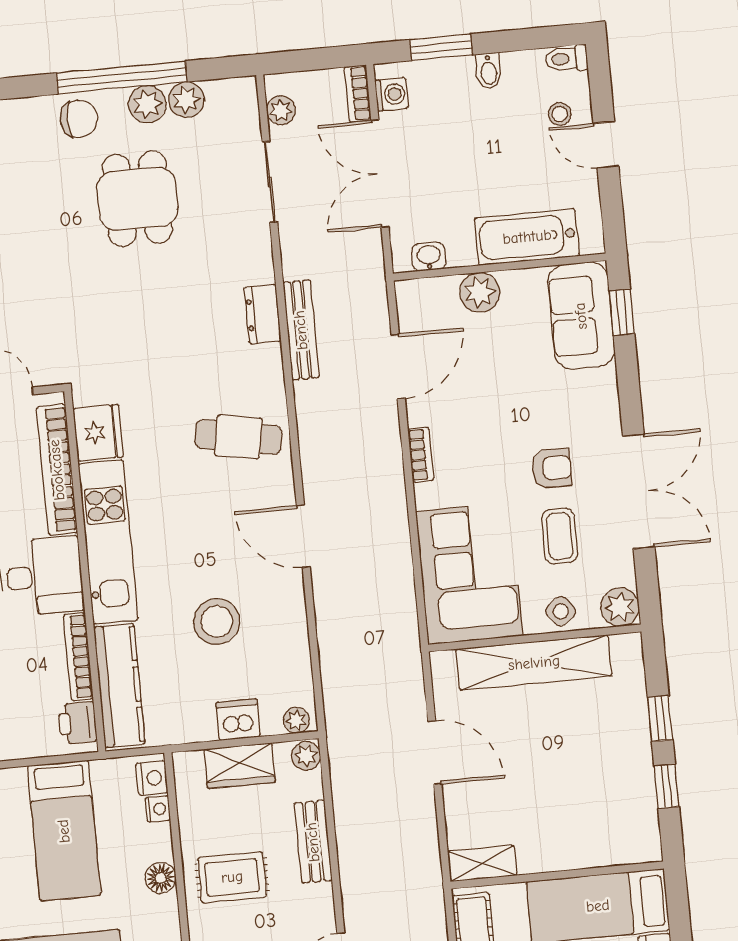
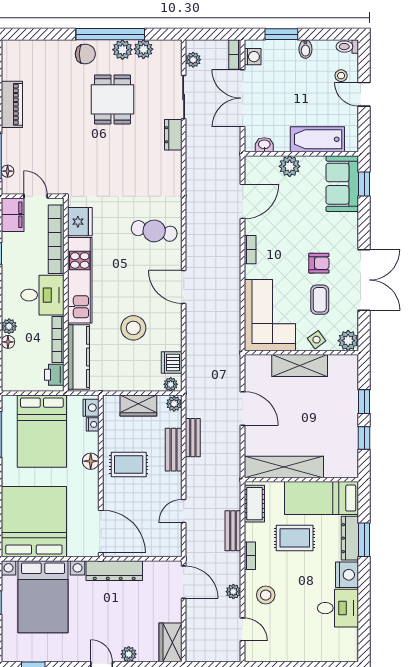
dresser: (263, 314) -> (173, 135), moved
bench: (301, 330) -> (193, 438), moved, width x0.73
shelving: (534, 663) -> (300, 366), width x0.68
dishwasher: (238, 720) -> (172, 363), moved, turned -90
bed: (64, 831) -> (42, 431), width x1.50
shelving: (482, 863) -> (284, 467), width x2.20, depth x1.33

